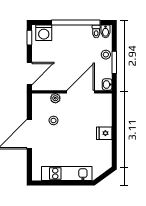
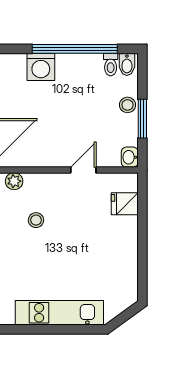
washing machine: (44, 33) -> (41, 67), moved
door: (81, 92) -> (83, 170), width x0.53
plant: (55, 98) -> (14, 181), moved
fridge: (104, 133) -> (125, 204), moved

